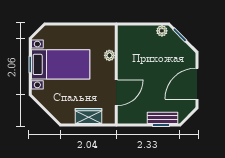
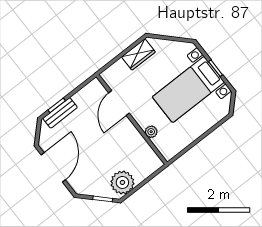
plant: (162, 31) -> (122, 182), width x1.88, depth x1.88
wardrobe: (89, 116) -> (138, 54), moved

